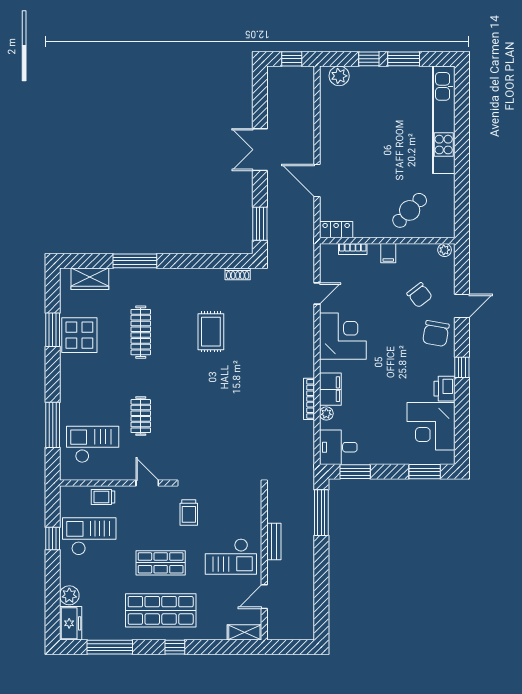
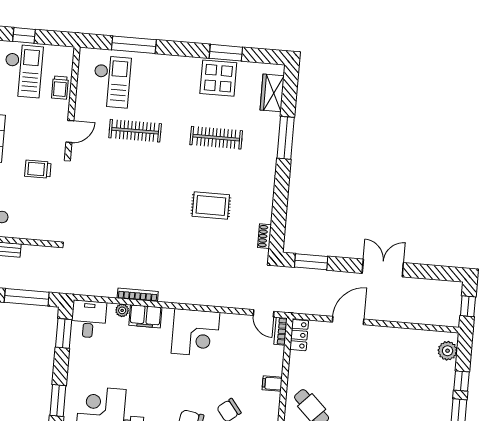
bookcase: (353, 249) -> (281, 331), moved
door: (317, 293) -> (264, 313), moved
clothes rail: (141, 416) -> (135, 131), width x1.36
trolley: (103, 497) -> (60, 88), turned 180

